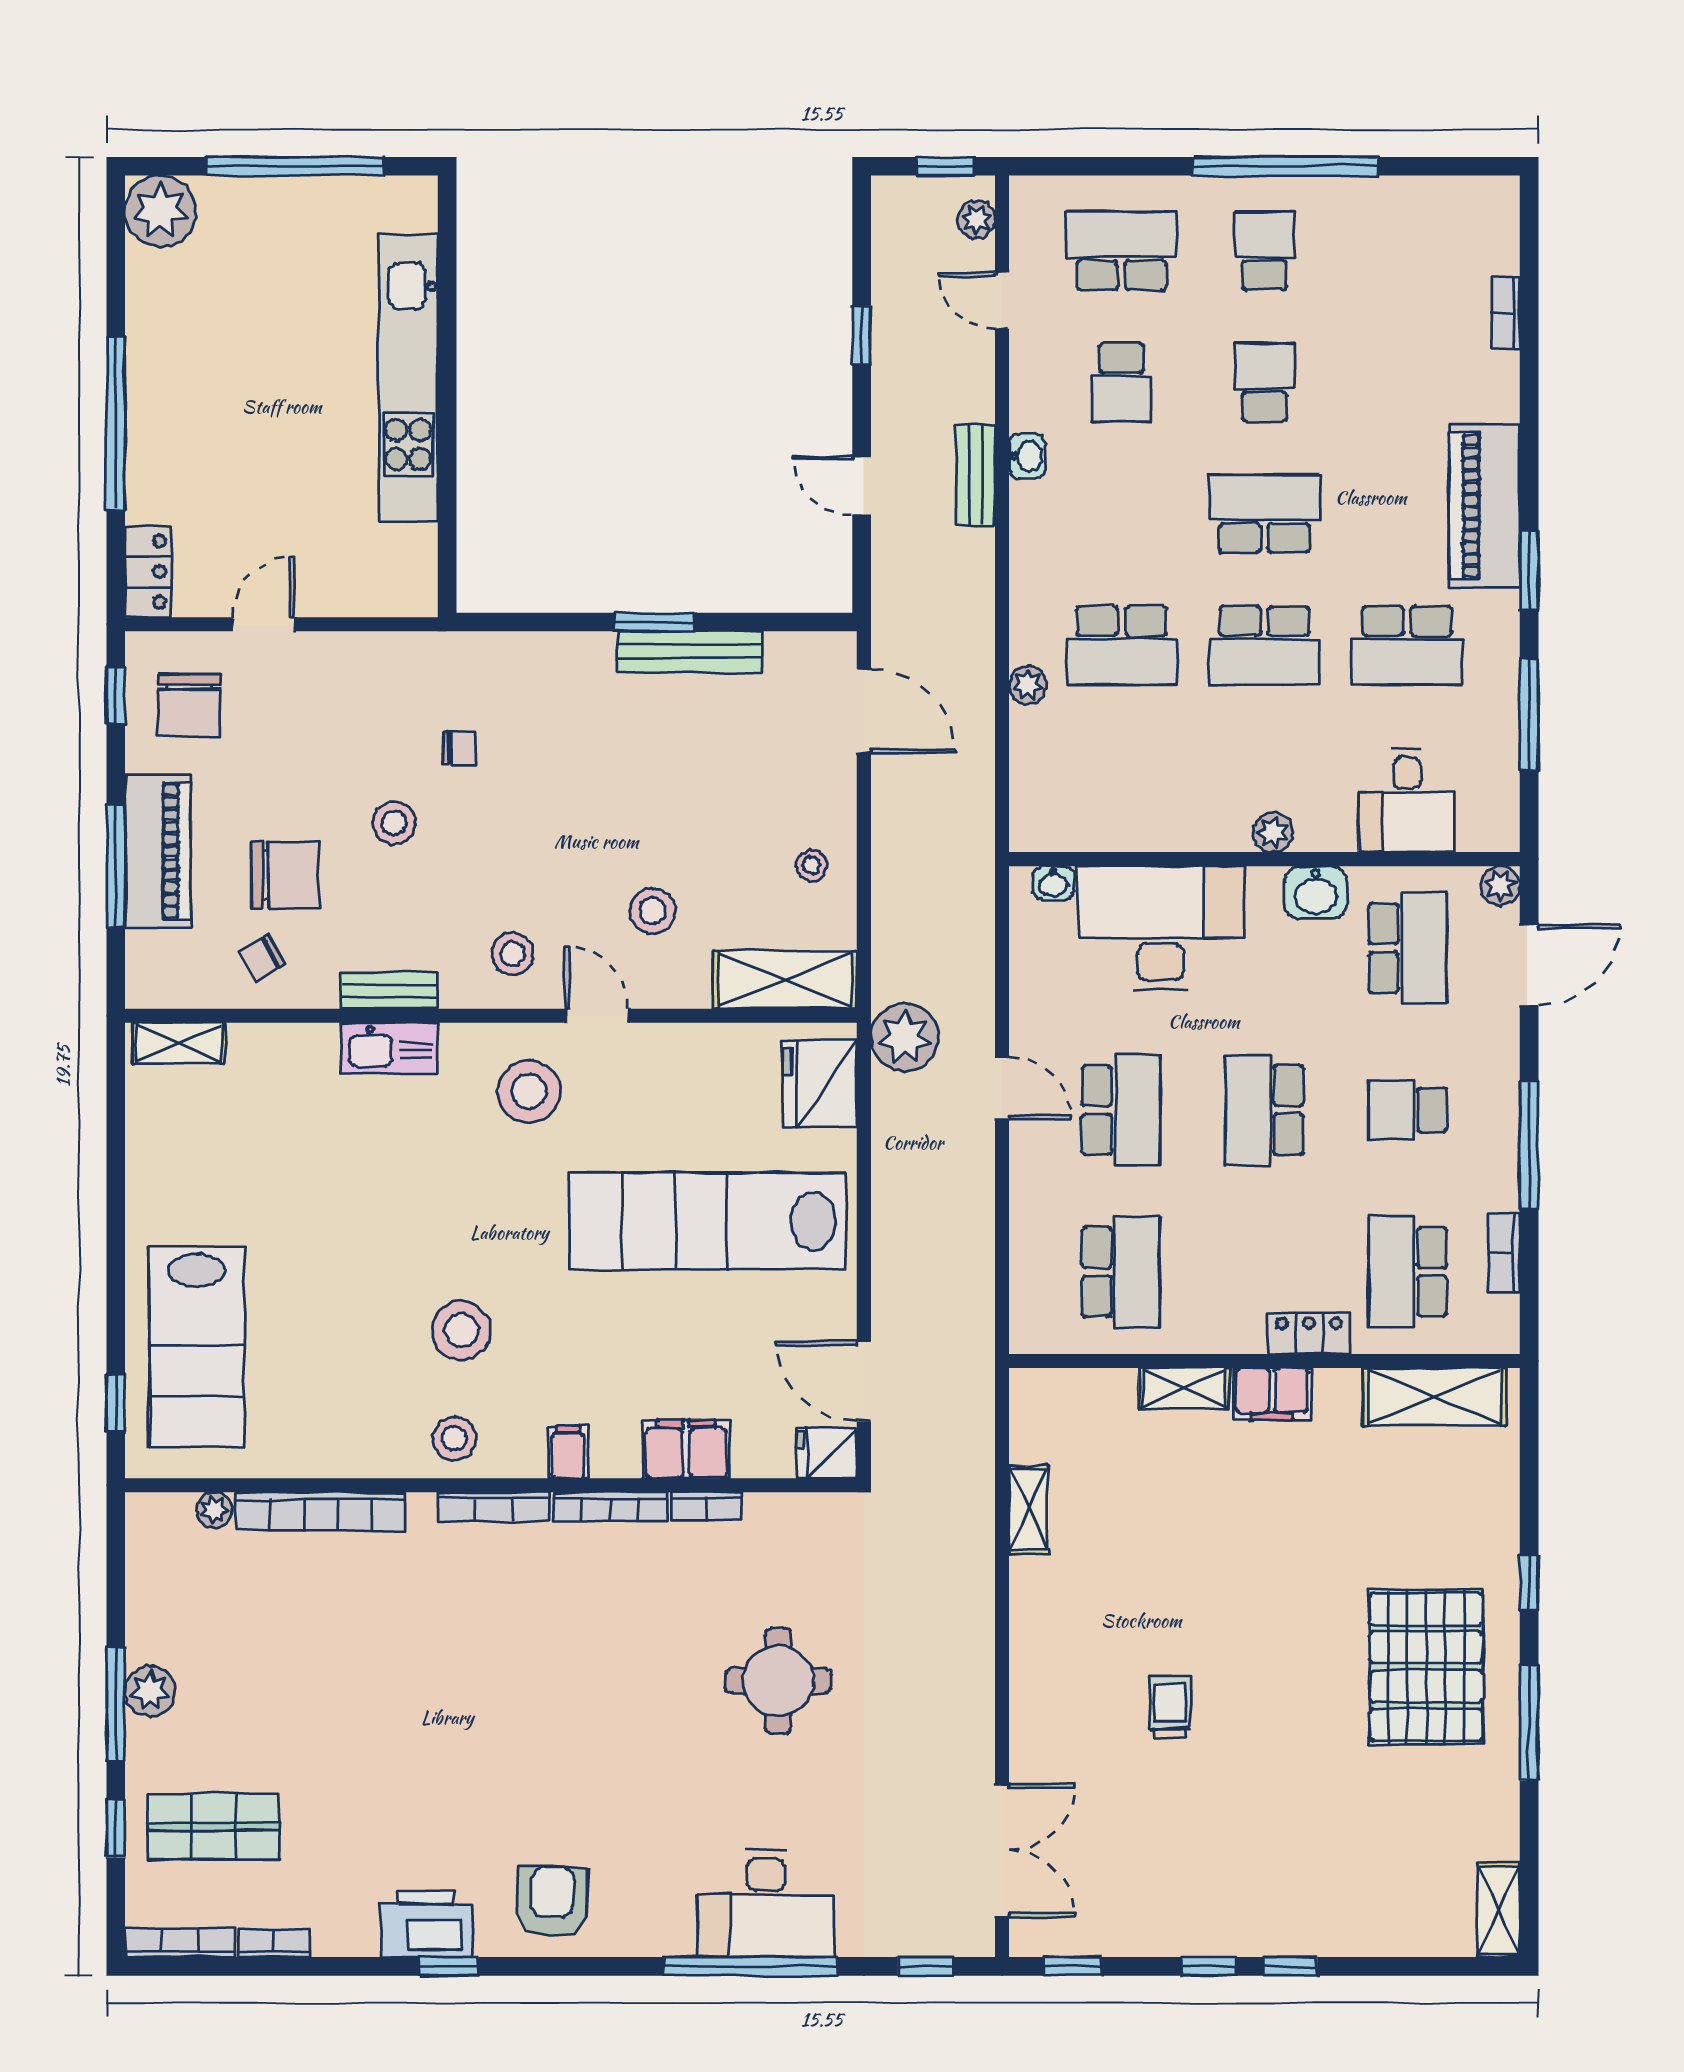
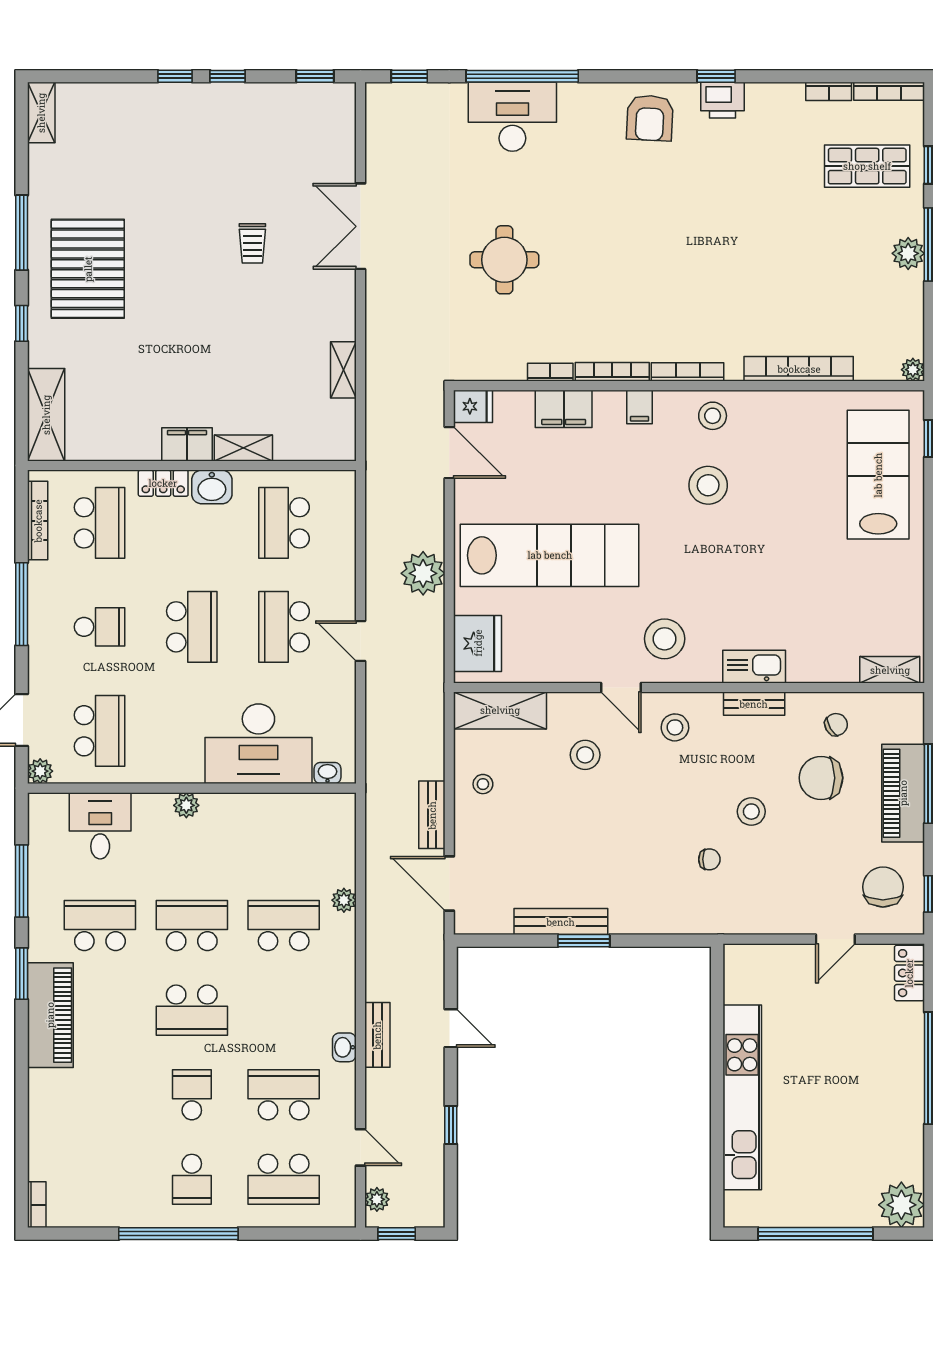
bookcase: (1506, 313) -> (37, 1205), moved
school desk: (1122, 382) -> (284, 1095), width x1.85
school desk: (1264, 382) -> (192, 1095), turned 180
chair: (459, 748) -> (709, 859), turned 180
bench: (891, 818) -> (432, 815), added
washbasin: (1316, 892) -> (212, 487), moved, turned 180
school desk: (1408, 948) -> (100, 731), turned 180
plant: (905, 1038) -> (423, 573), moved
bookcase: (1504, 1253) -> (38, 521), width x1.56
shelving: (1434, 1397) -> (46, 415), moved, turned 90
plant: (214, 1510) -> (913, 370), moved
double door: (1002, 1851) -> (361, 226), moved
printer: (426, 1924) -> (722, 100), width x0.73, depth x0.84

